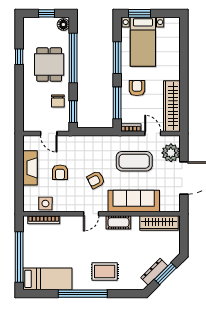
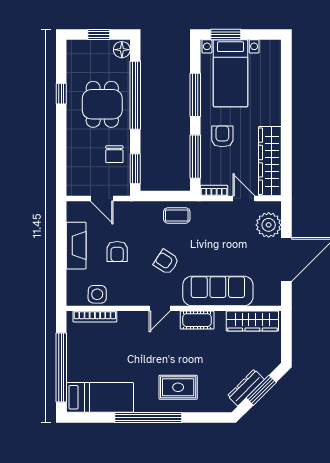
coffee table: (134, 161) -> (177, 215), moved, width x0.54, depth x0.58
armchair: (96, 180) -> (166, 262), turned 60

